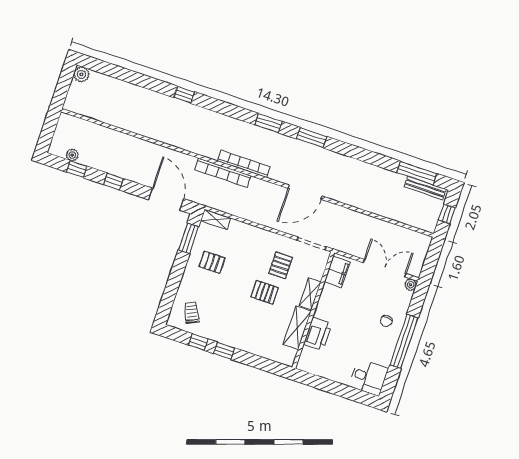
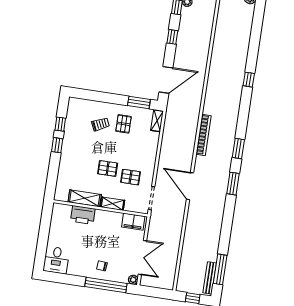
bookcase: (223, 173) -> (194, 120), removed
pallet: (265, 292) -> (108, 168), turned 90
trolley: (192, 313) -> (100, 124), moved
window: (404, 341) -> (106, 285), moved

